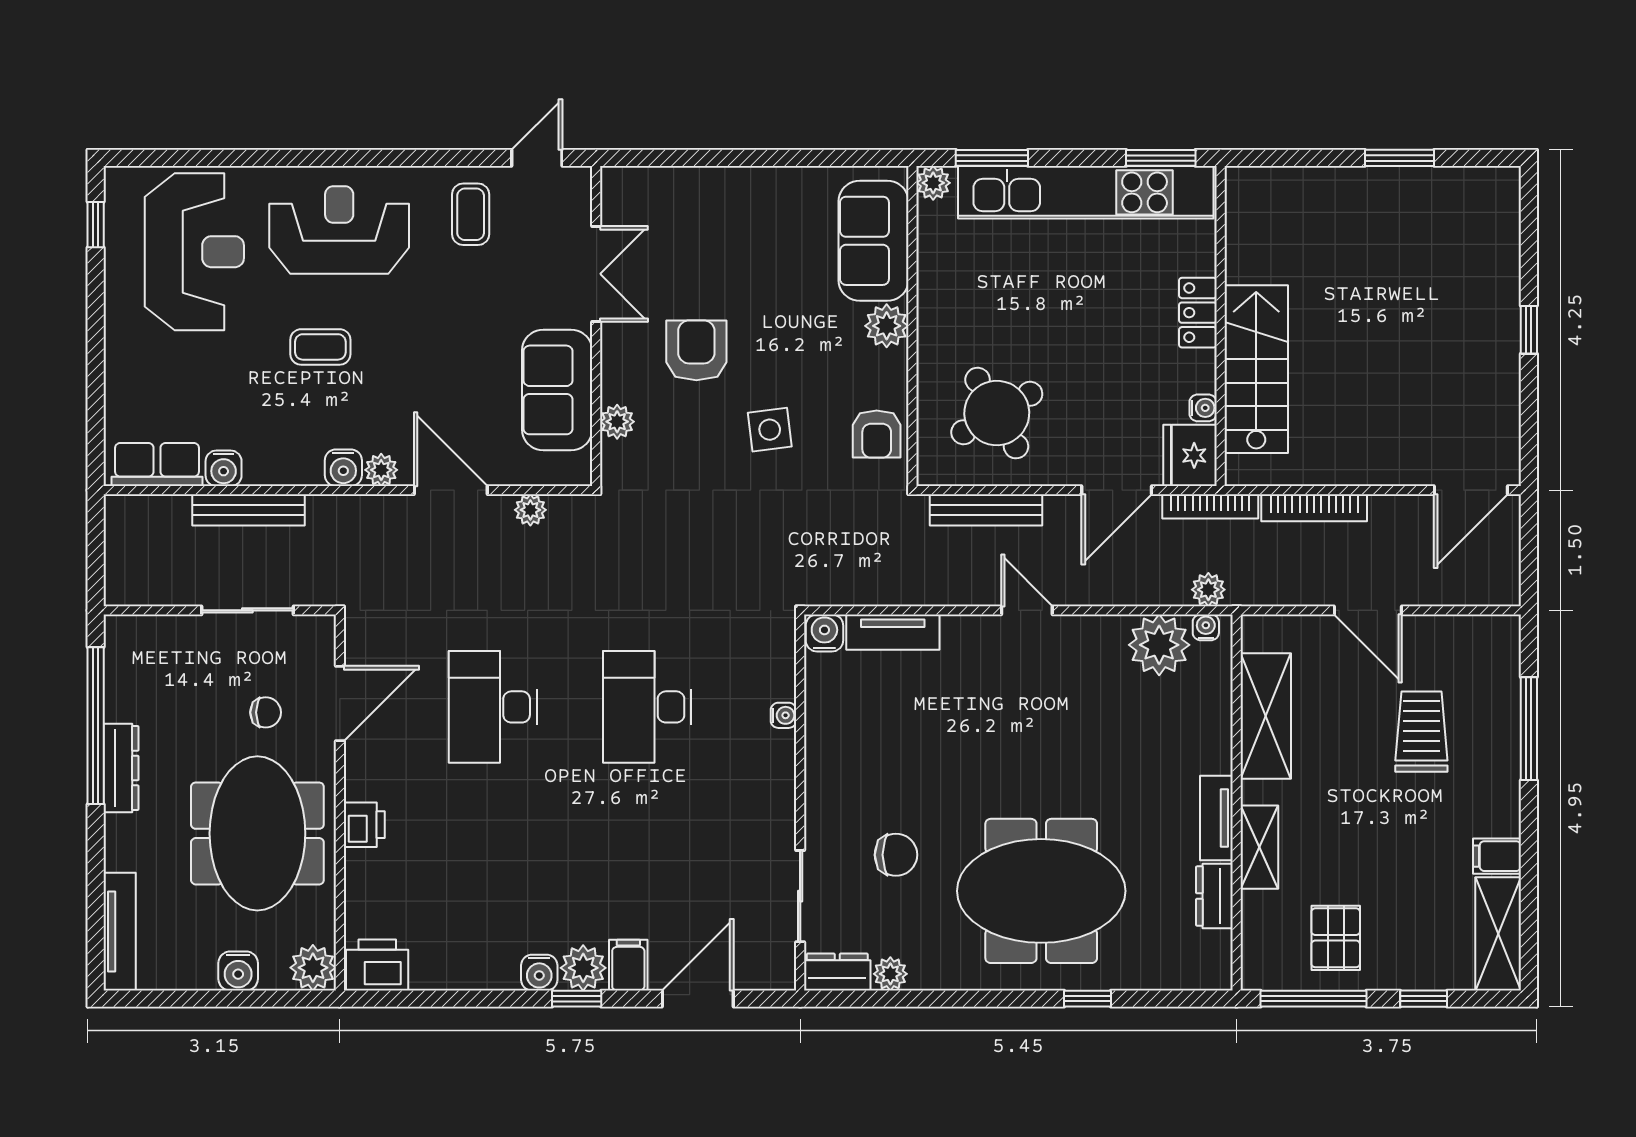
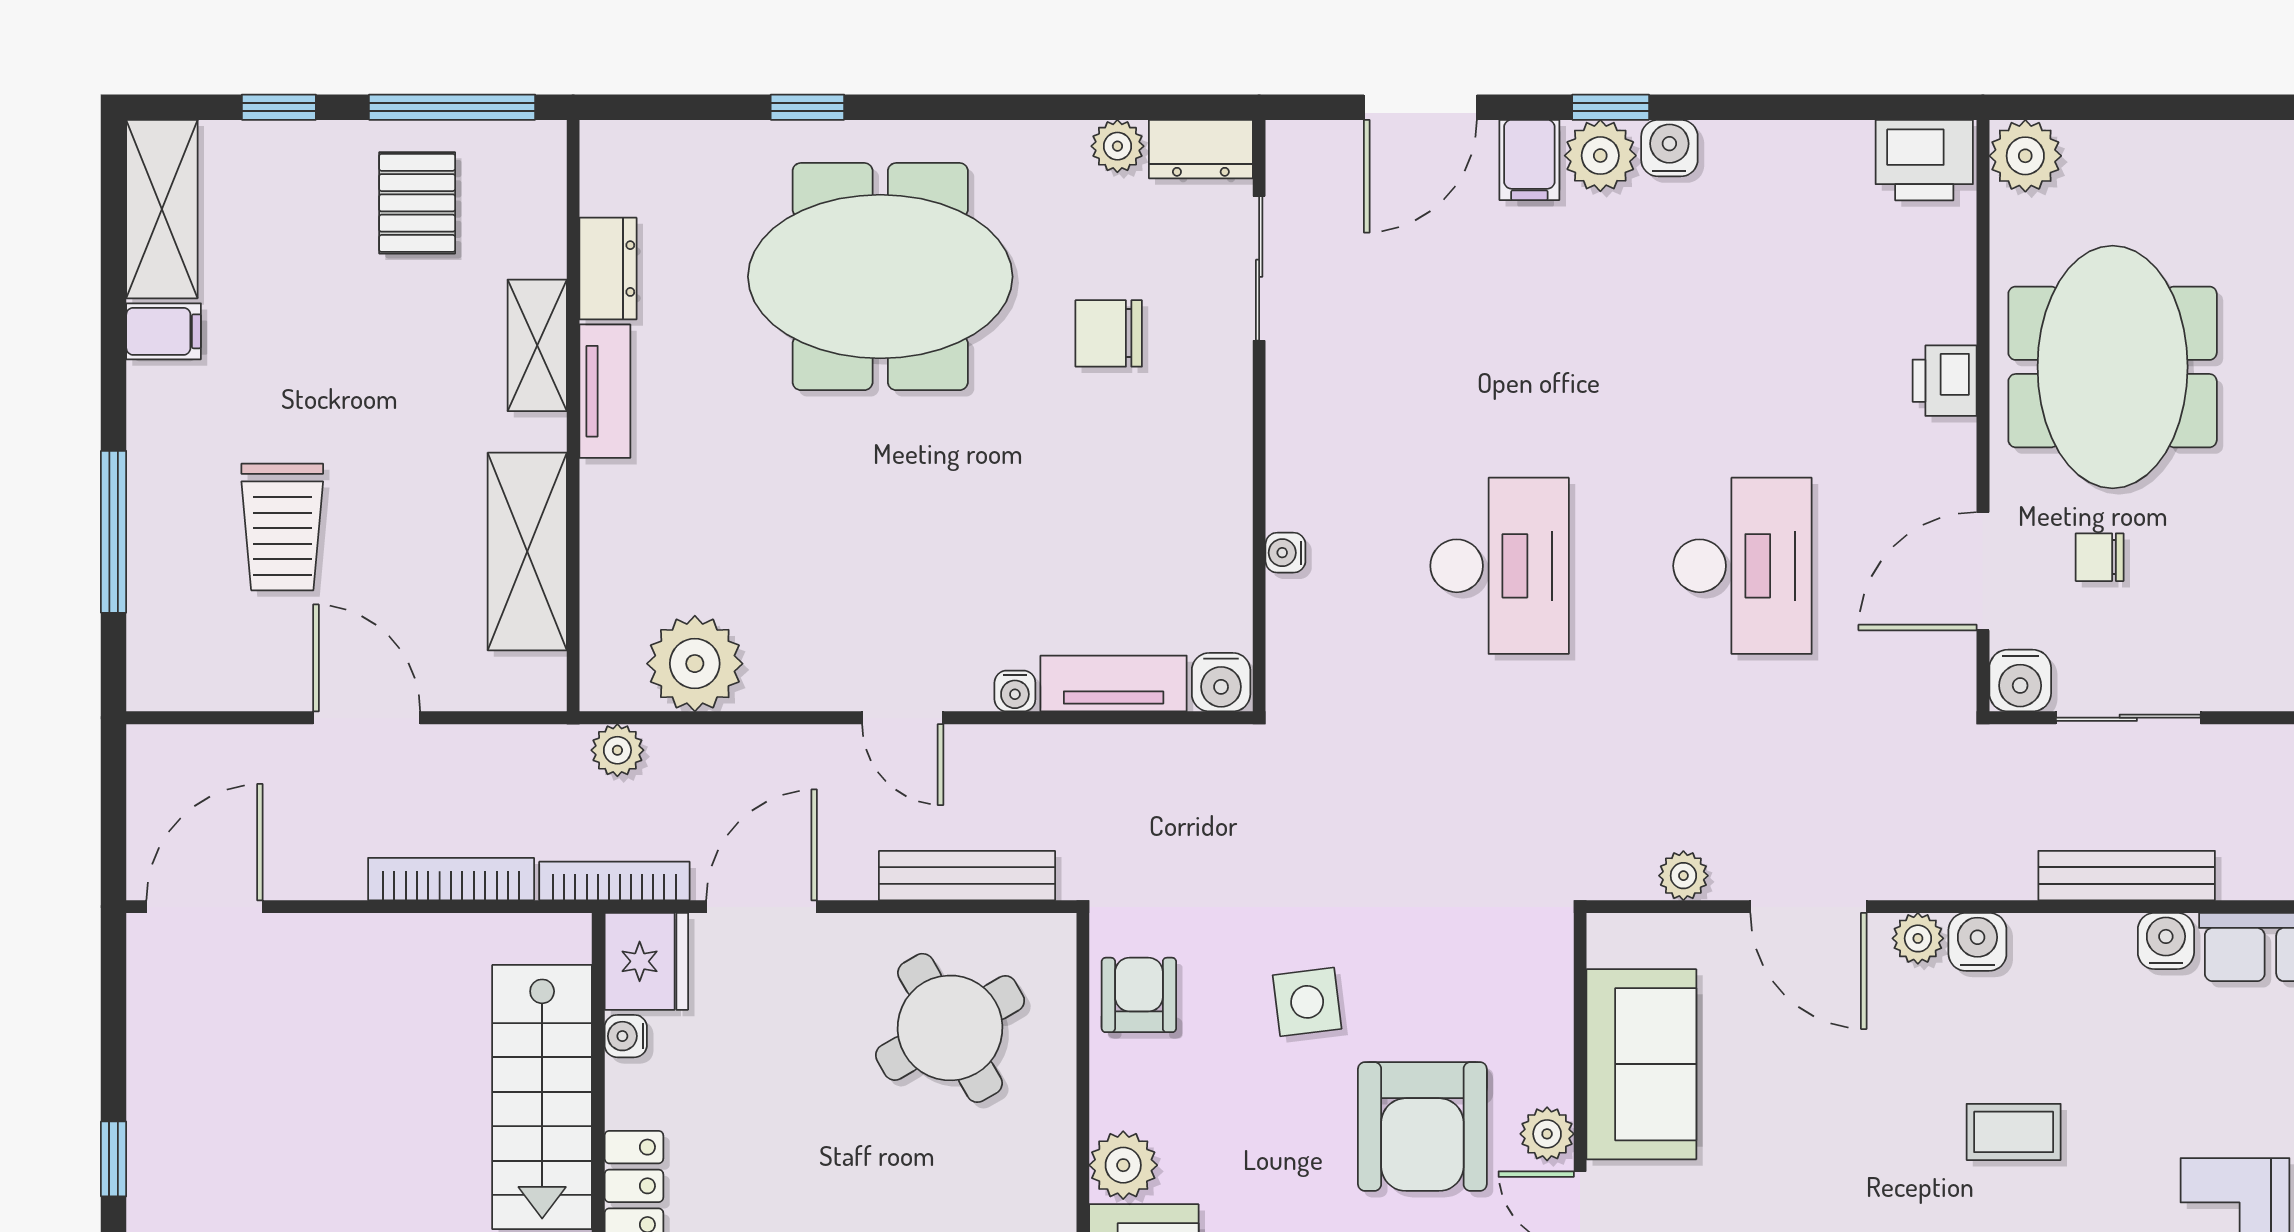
armchair: (696, 350) -> (1422, 1127), width x1.36, depth x1.36
plant: (617, 422) -> (1547, 1134), moved
water cooler: (1206, 627) -> (1015, 691), moved
water cooler: (238, 971) -> (2020, 681), moved, turned 180

